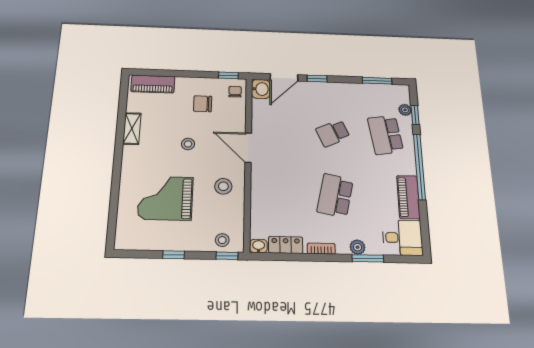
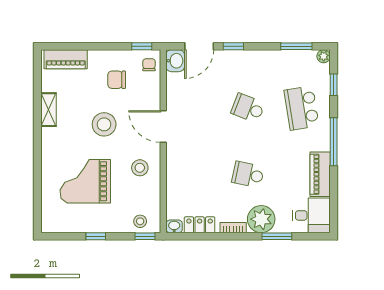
plant: (405, 110) -> (324, 56), moved
school desk: (333, 133) -> (248, 108), turned 45
stool: (188, 144) -> (104, 124), width x1.89, depth x1.89
window: (419, 167) -> (334, 142), width x0.68
school desk: (335, 196) -> (248, 174), width x0.54
plant: (357, 247) -> (261, 219), width x1.87, depth x1.87

